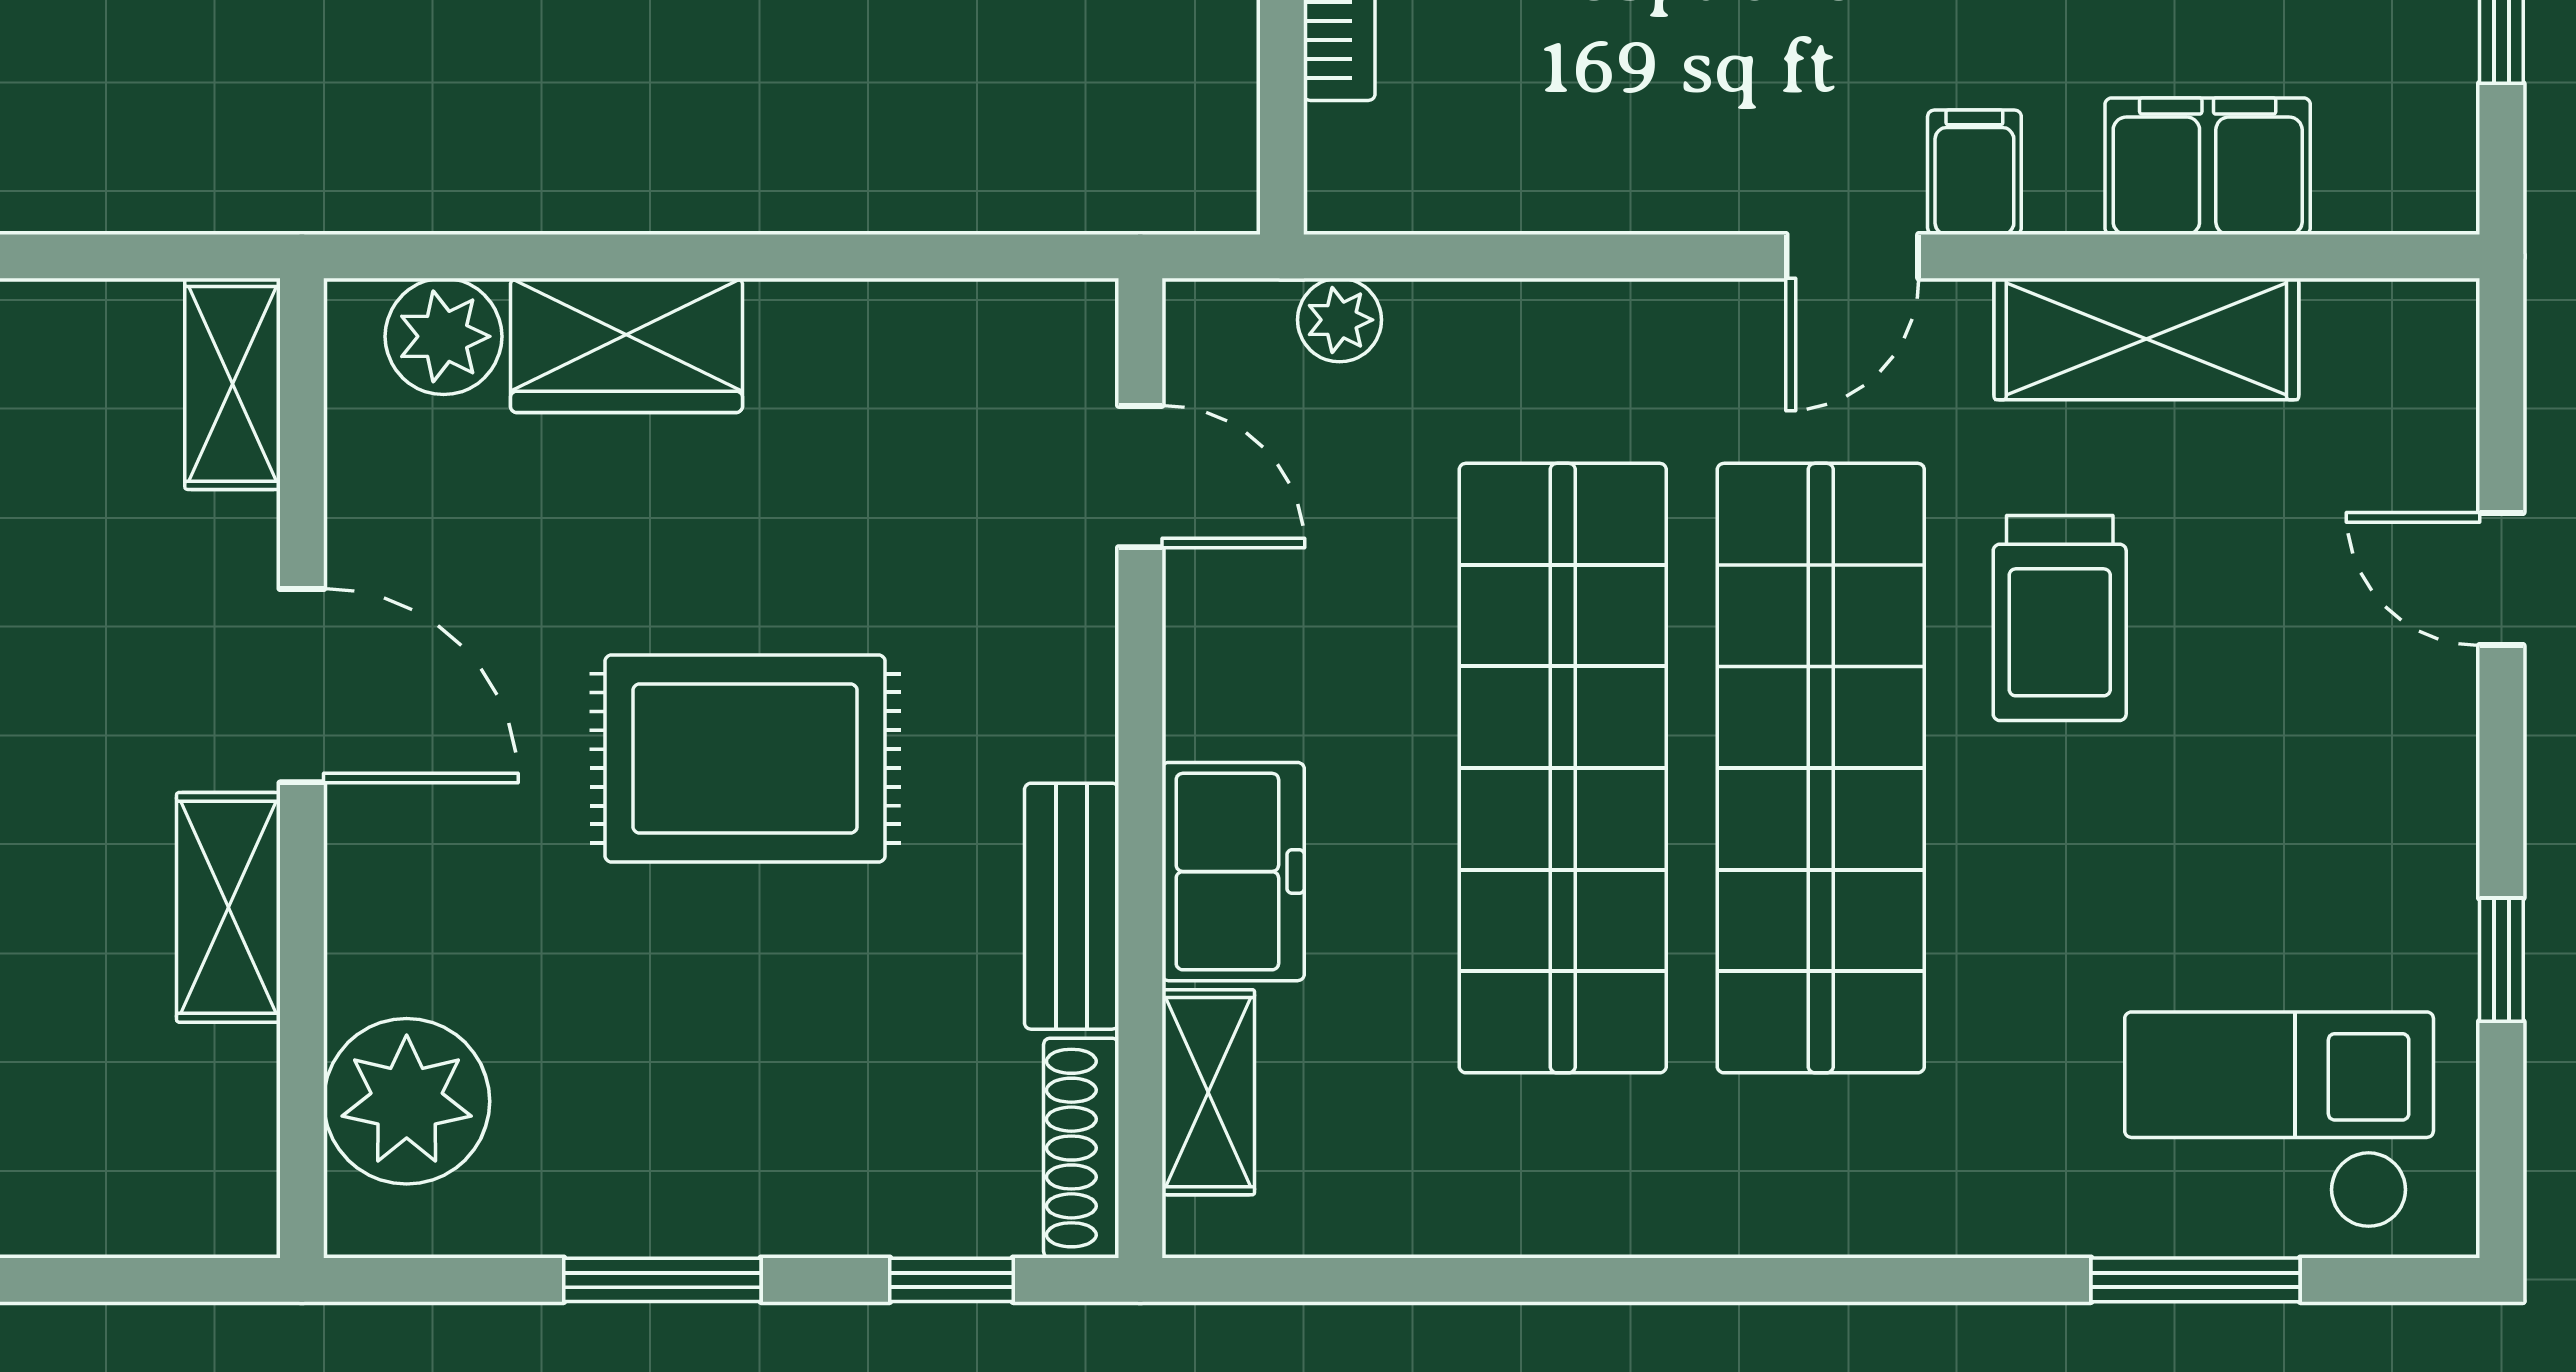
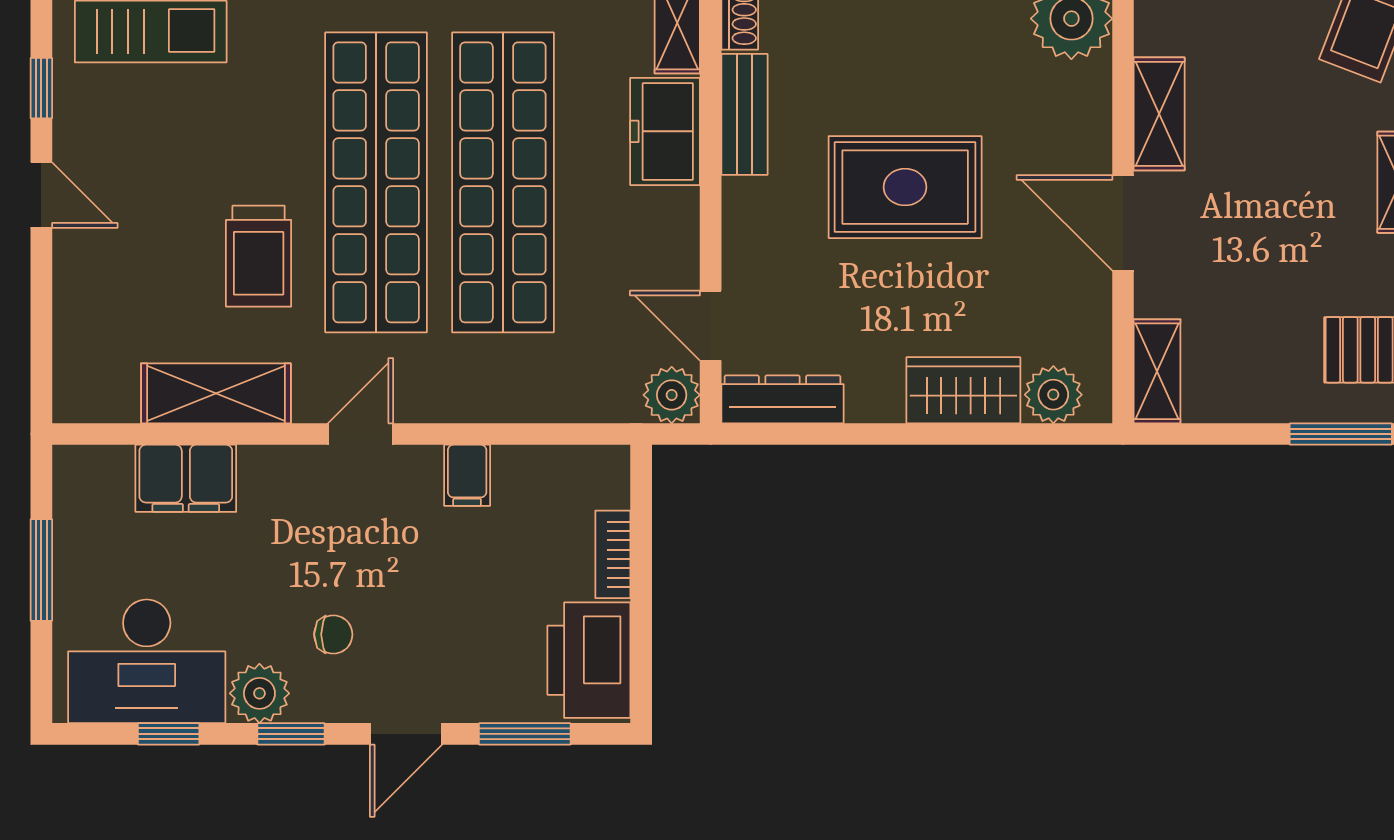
filing cabinet: (1974, 172) -> (467, 475), moved
plant: (1339, 320) -> (672, 395), moved, width x1.38, depth x1.38
dresser: (994, 327) -> (782, 399), added
door: (2501, 579) -> (41, 195), moved
trolley: (2060, 618) -> (259, 256), turned 180

